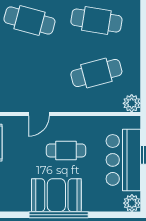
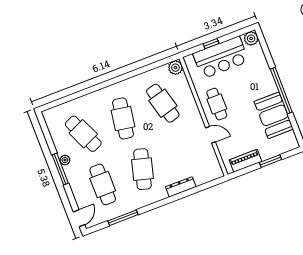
cafe table: (66, 150) -> (217, 104), moved
booth: (56, 195) -> (274, 115), moved

